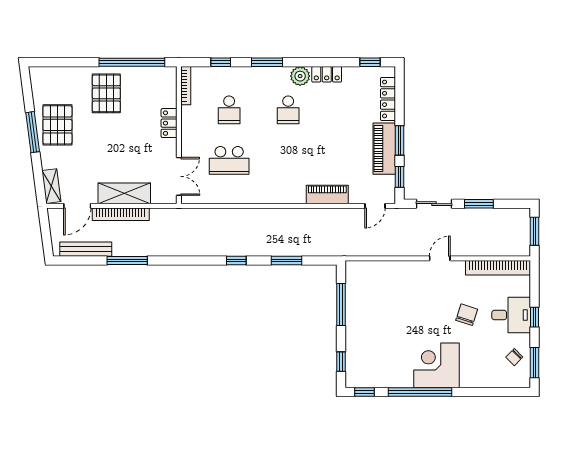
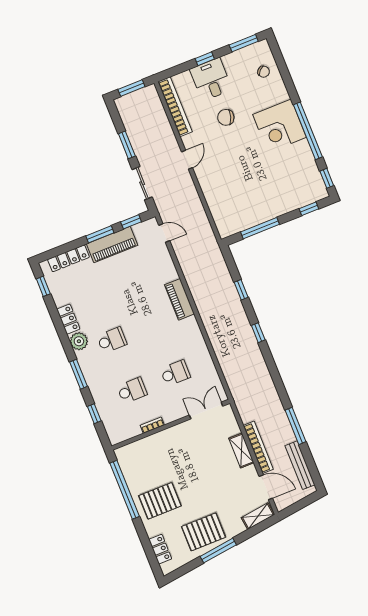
bookcase: (186, 86) -> (152, 425), moved, width x0.64
locker: (169, 123) -> (160, 549), moved, turned -90
school desk: (229, 160) -> (175, 373), width x0.54
shelving: (124, 193) -> (241, 450), width x0.67, depth x0.75
piano: (327, 194) -> (179, 299), moved
door: (440, 258) -> (187, 160), swing flipped
window: (287, 261) -> (241, 290), width x0.67
chair: (514, 357) -> (264, 72), moved

